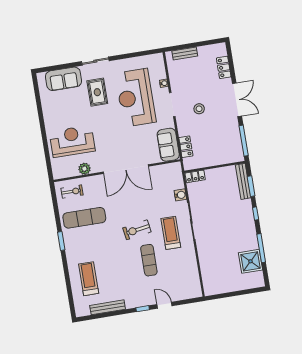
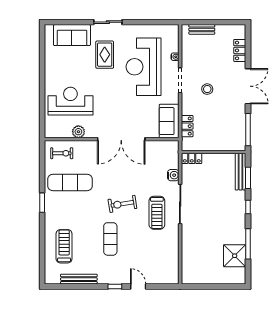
treadmill: (171, 233) -> (157, 213), turned 180
exercise mat: (149, 260) -> (110, 239), moved

